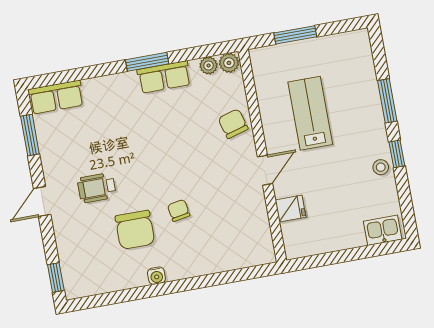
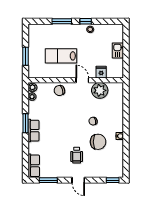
row of seats: (164, 77) -> (34, 131), moved
plant: (250, 213) -> (100, 90), added
kitchen sink: (383, 230) -> (118, 50), moved

